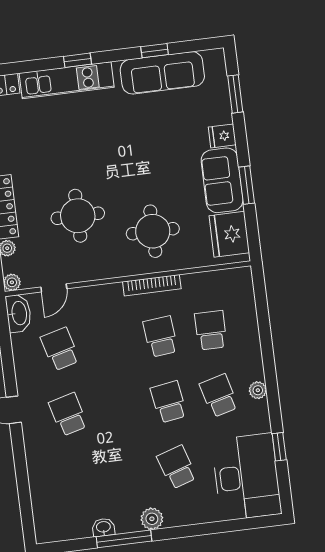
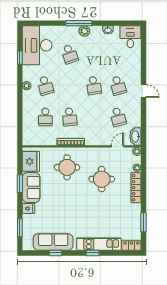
school desk: (169, 402) -> (94, 86), moved
desk: (55, 519) -> (130, 37), added
window: (124, 539) -> (79, 23), moved

